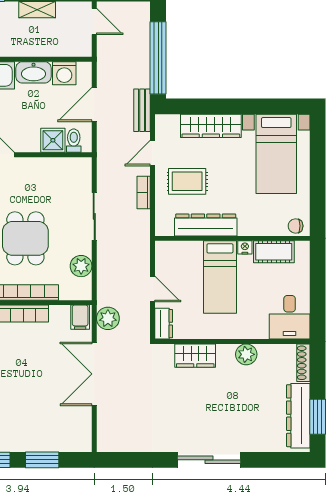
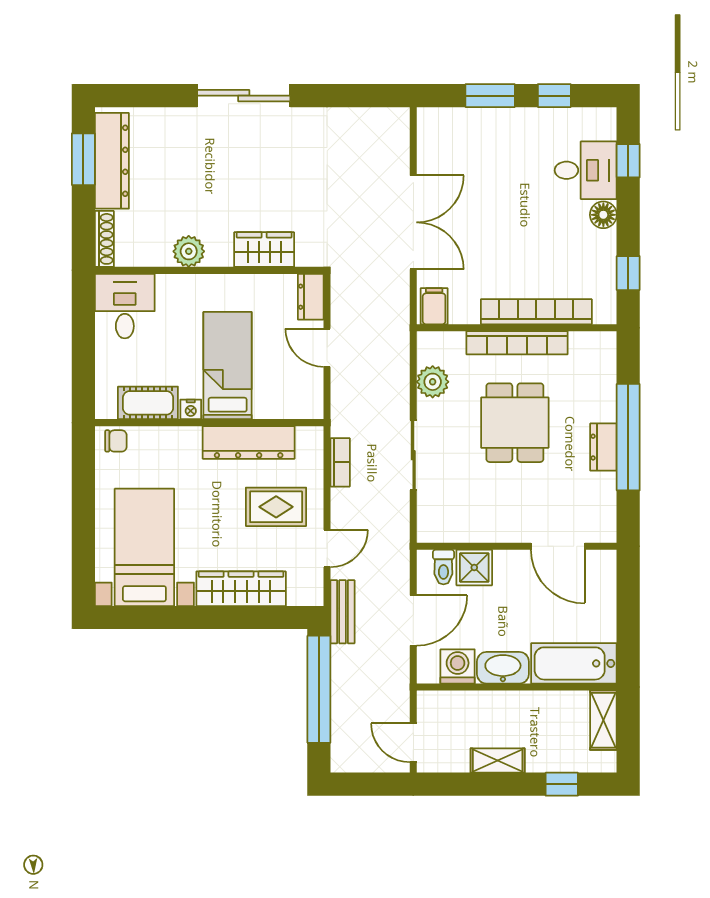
bookcase: (144, 193) -> (340, 462), moved
plant: (108, 318) -> (393, 305), removed

